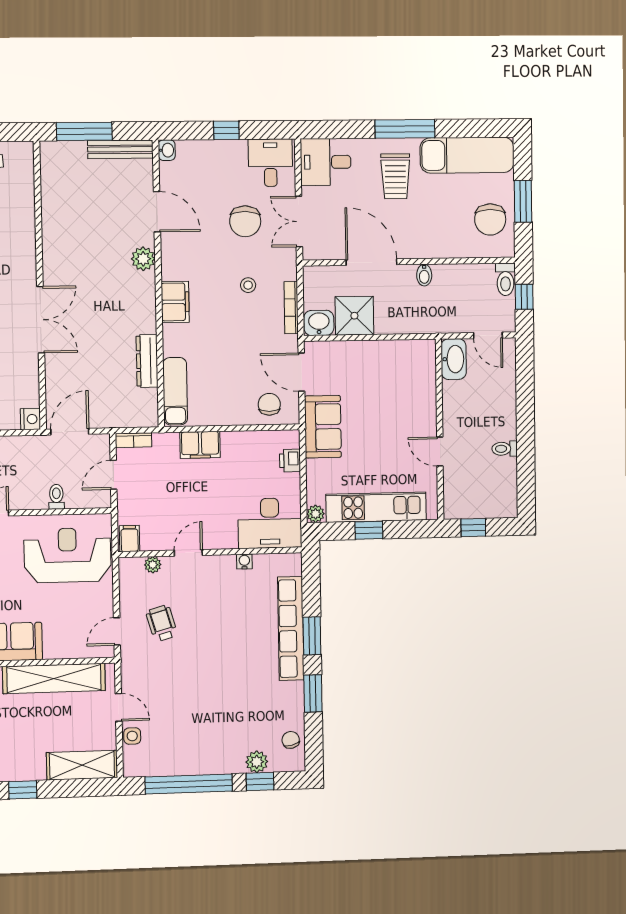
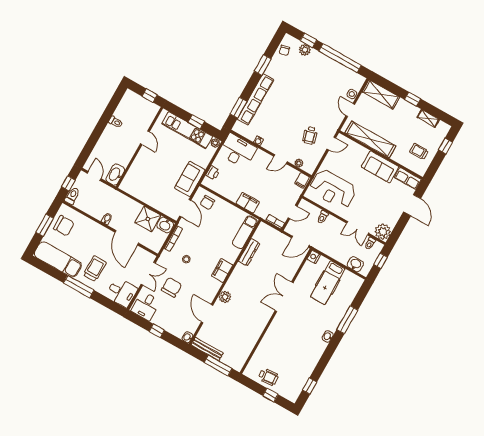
chair: (490, 220) -> (64, 226), turned 90
window: (312, 636) -> (239, 108), moved

